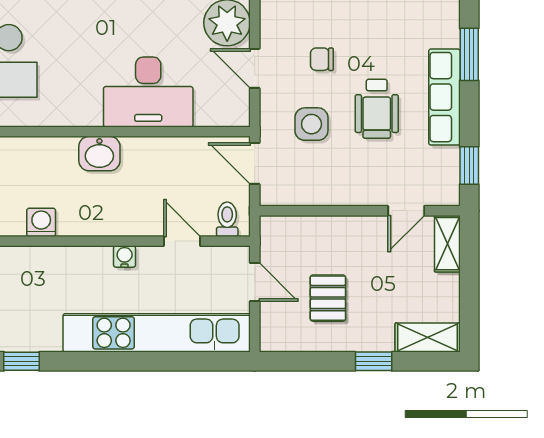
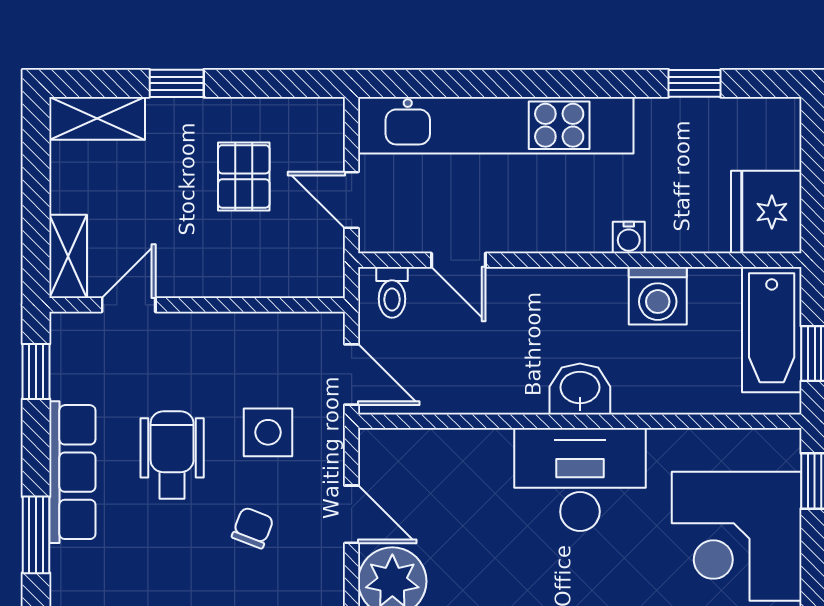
chair: (322, 59) -> (253, 528), turned -69
desk: (148, 92) -> (580, 480), moved
washing machine: (41, 222) -> (658, 296), width x1.38, depth x1.38
water cooler: (125, 257) -> (629, 238), moved

